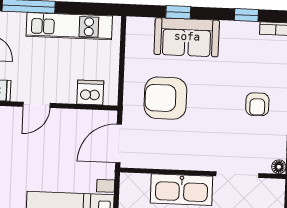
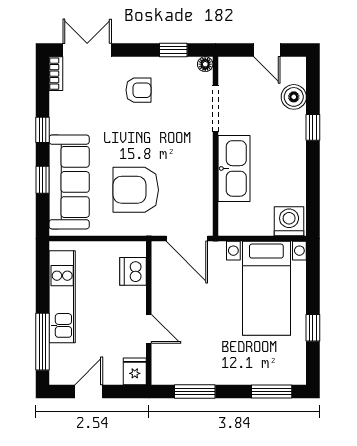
window: (246, 15) -> (42, 130), moved
sofa: (187, 37) -> (69, 182), width x1.36
armchair: (165, 98) -> (136, 190), turned 90

